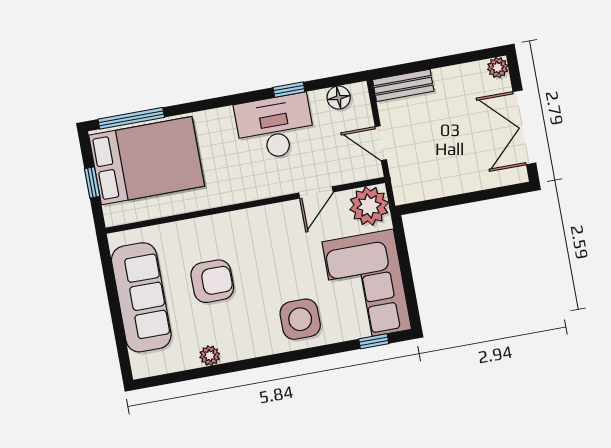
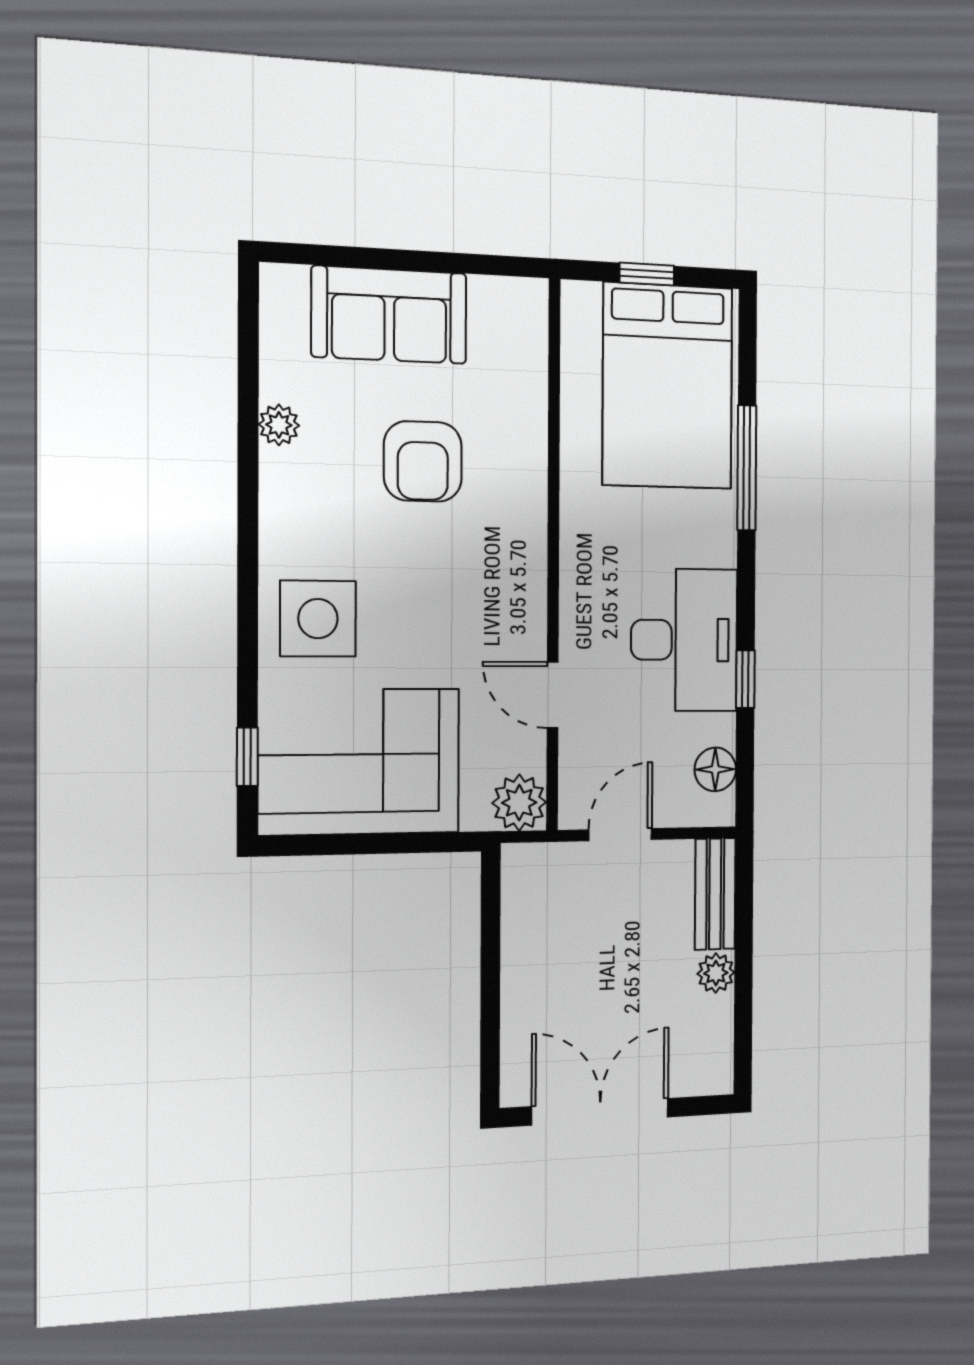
plant: (498, 68) -> (716, 973), moved
window: (131, 118) -> (747, 468), moved
plant: (369, 206) -> (519, 803), width x0.73, depth x0.73
sofa: (141, 297) -> (389, 315), width x0.73

